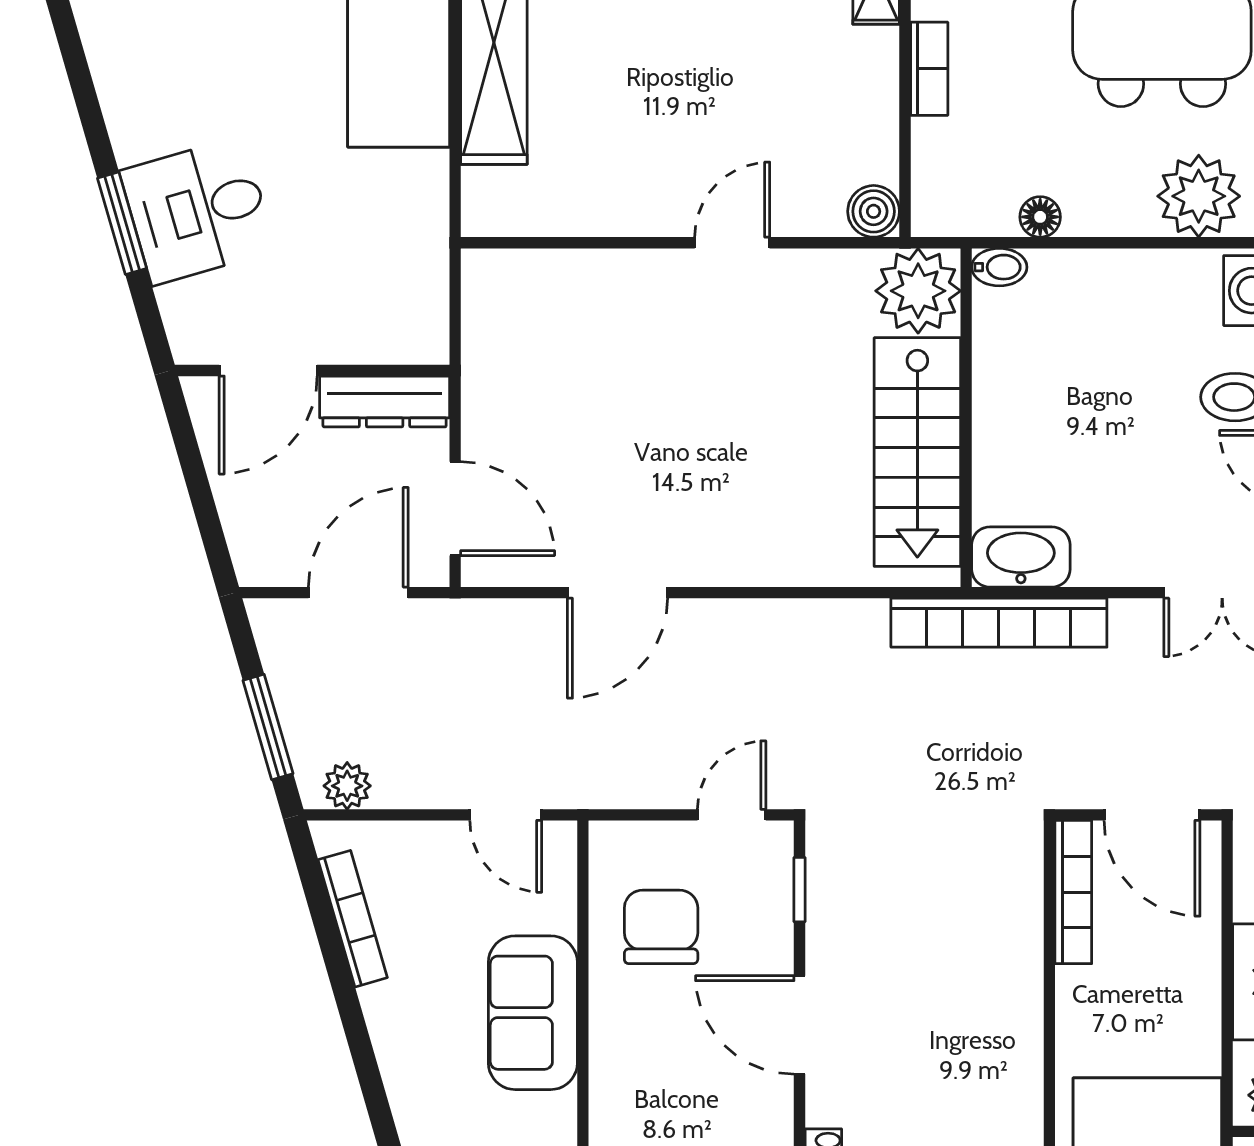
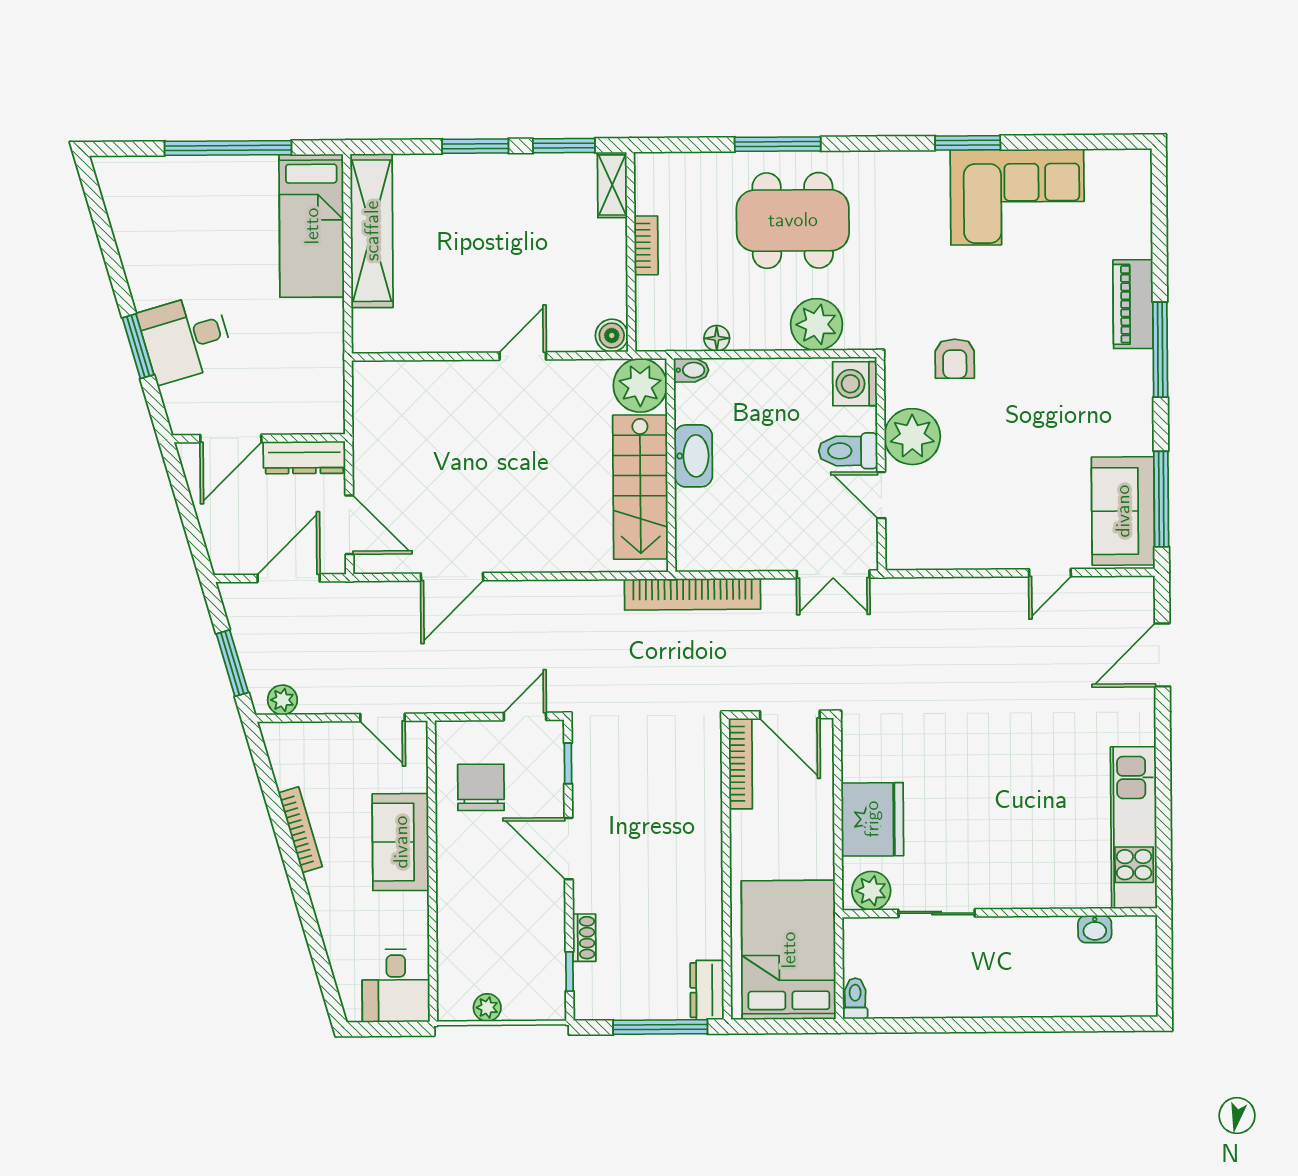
washbasin: (1021, 557) -> (693, 456), moved, turned 90
bookcase: (353, 919) -> (300, 830), moved

